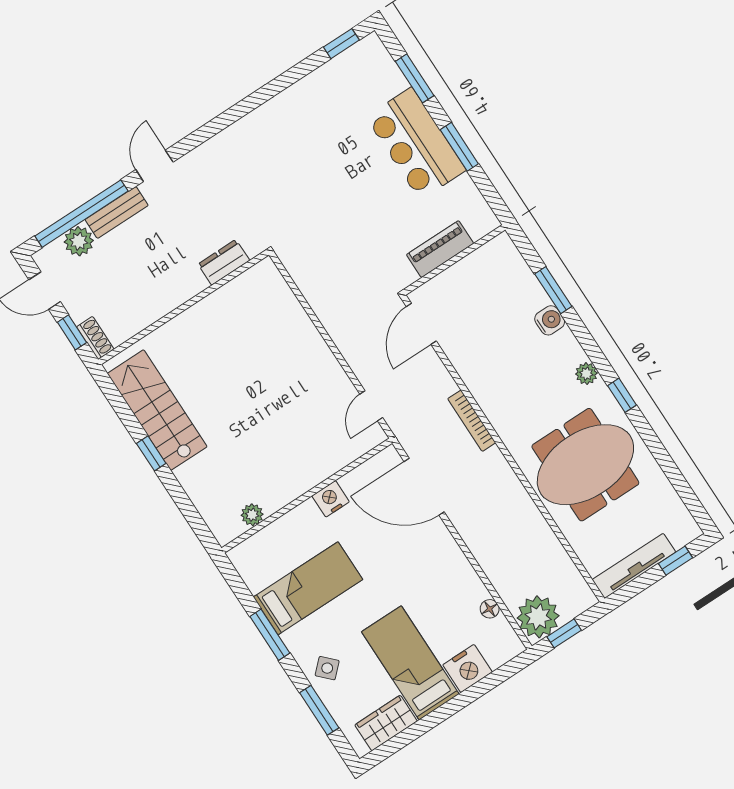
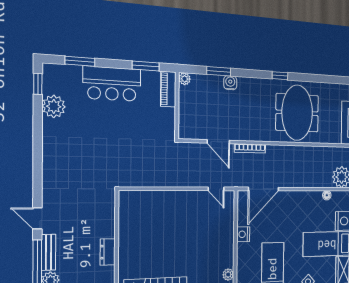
plant: (325, 85) -> (54, 106), added
window: (459, 147) -> (146, 66), moved
piano: (440, 249) -> (168, 89), moved
dresser: (224, 262) -> (108, 252), moved
door: (421, 324) -> (218, 142), moved
plant: (586, 374) -> (185, 79), moved

